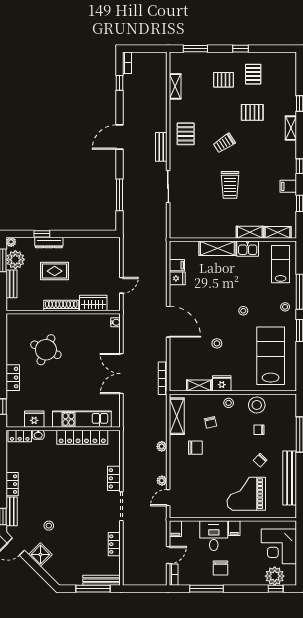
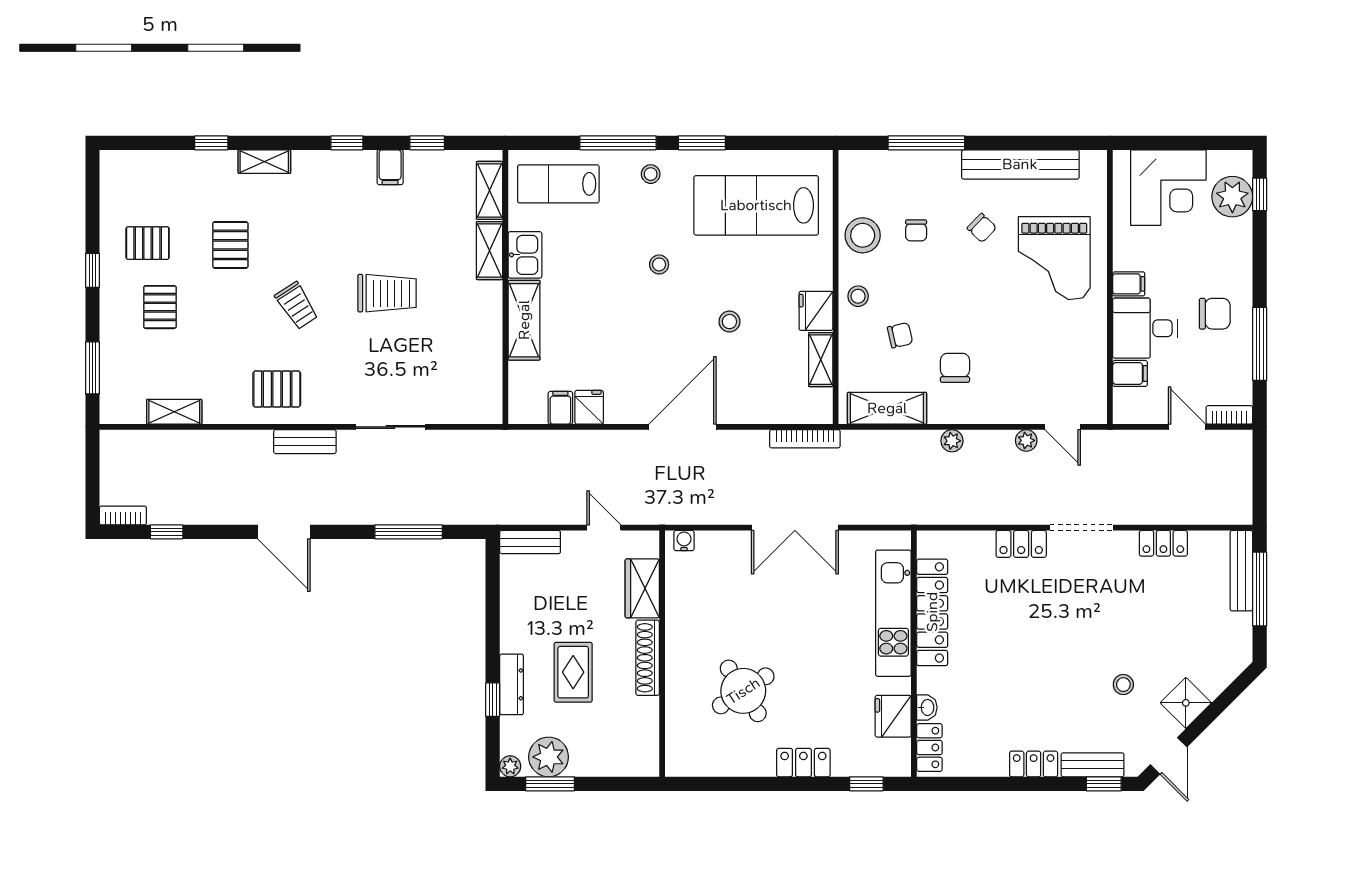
bench: (12, 284) -> (530, 542), moved
round table: (46, 350) -> (743, 691), turned 33
filing cabinet: (175, 529) -> (1130, 373), moved

